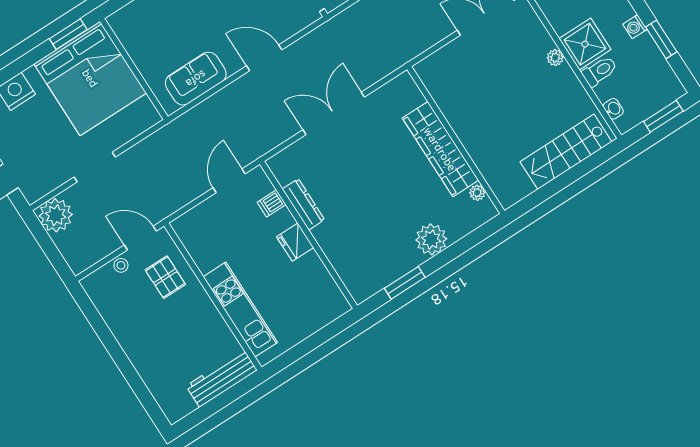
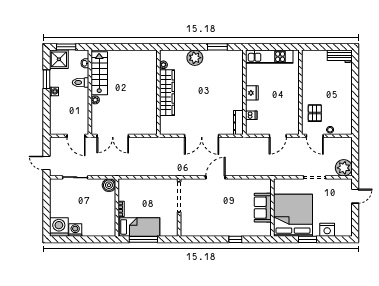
window: (68, 34) -> (307, 239), moved
shower: (585, 44) -> (59, 59), moved
door: (264, 58) -> (216, 177), swing flipped
sofa: (196, 79) -> (263, 208), moved, turned 90
stairs: (566, 152) -> (99, 73), moved, turned -90
door: (229, 181) -> (278, 136), moved
dresser: (303, 204) -> (238, 122), moved
kitchen unit: (240, 310) -> (269, 57), moved, turned -90
workbench: (222, 378) -> (340, 56), moved, width x0.73

